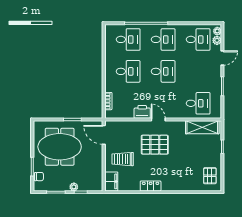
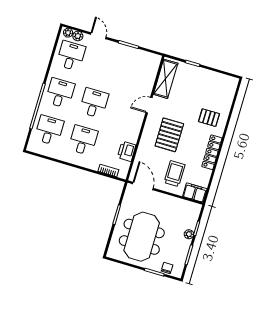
desk: (198, 103) -> (139, 76), removed
printer: (142, 112) -> (127, 151), moved
door: (158, 119) -> (149, 105), moved
door: (104, 135) -> (143, 186), swing flipped
trolley: (123, 159) -> (175, 174), turned 180
pallet: (210, 176) -> (209, 118), moved
locker: (151, 186) -> (212, 152), width x1.53

